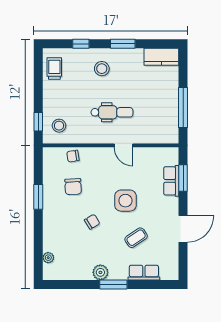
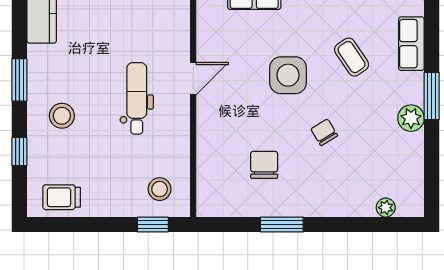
chair: (73, 156) -> (212, 165), removed
chair: (73, 187) -> (264, 165), turned -87

